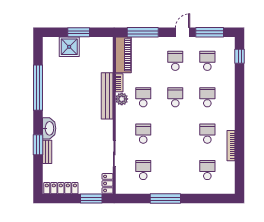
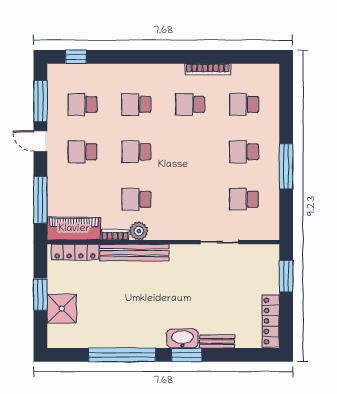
school desk: (143, 134) -> (244, 152), moved
window: (38, 145) -> (187, 355), moved
locker: (108, 183) -> (75, 252), moved, width x1.53

